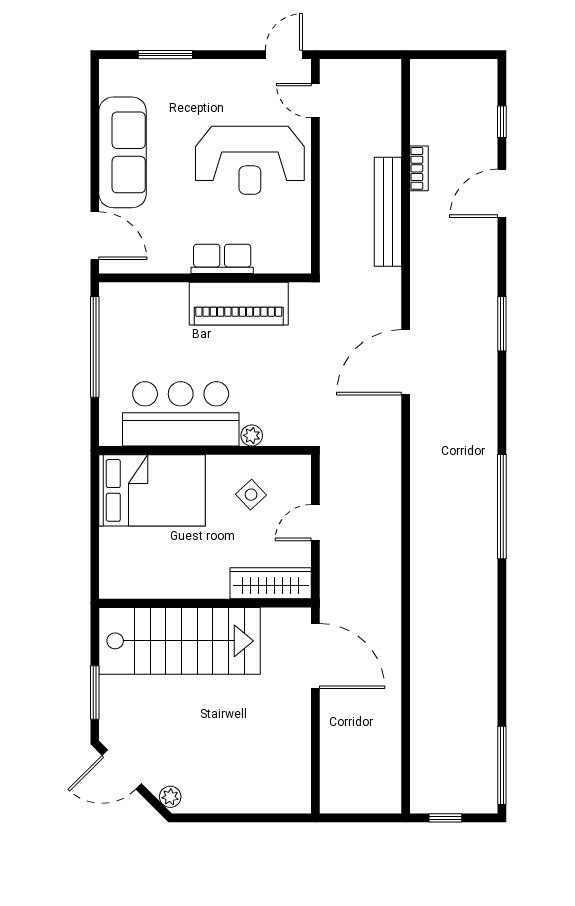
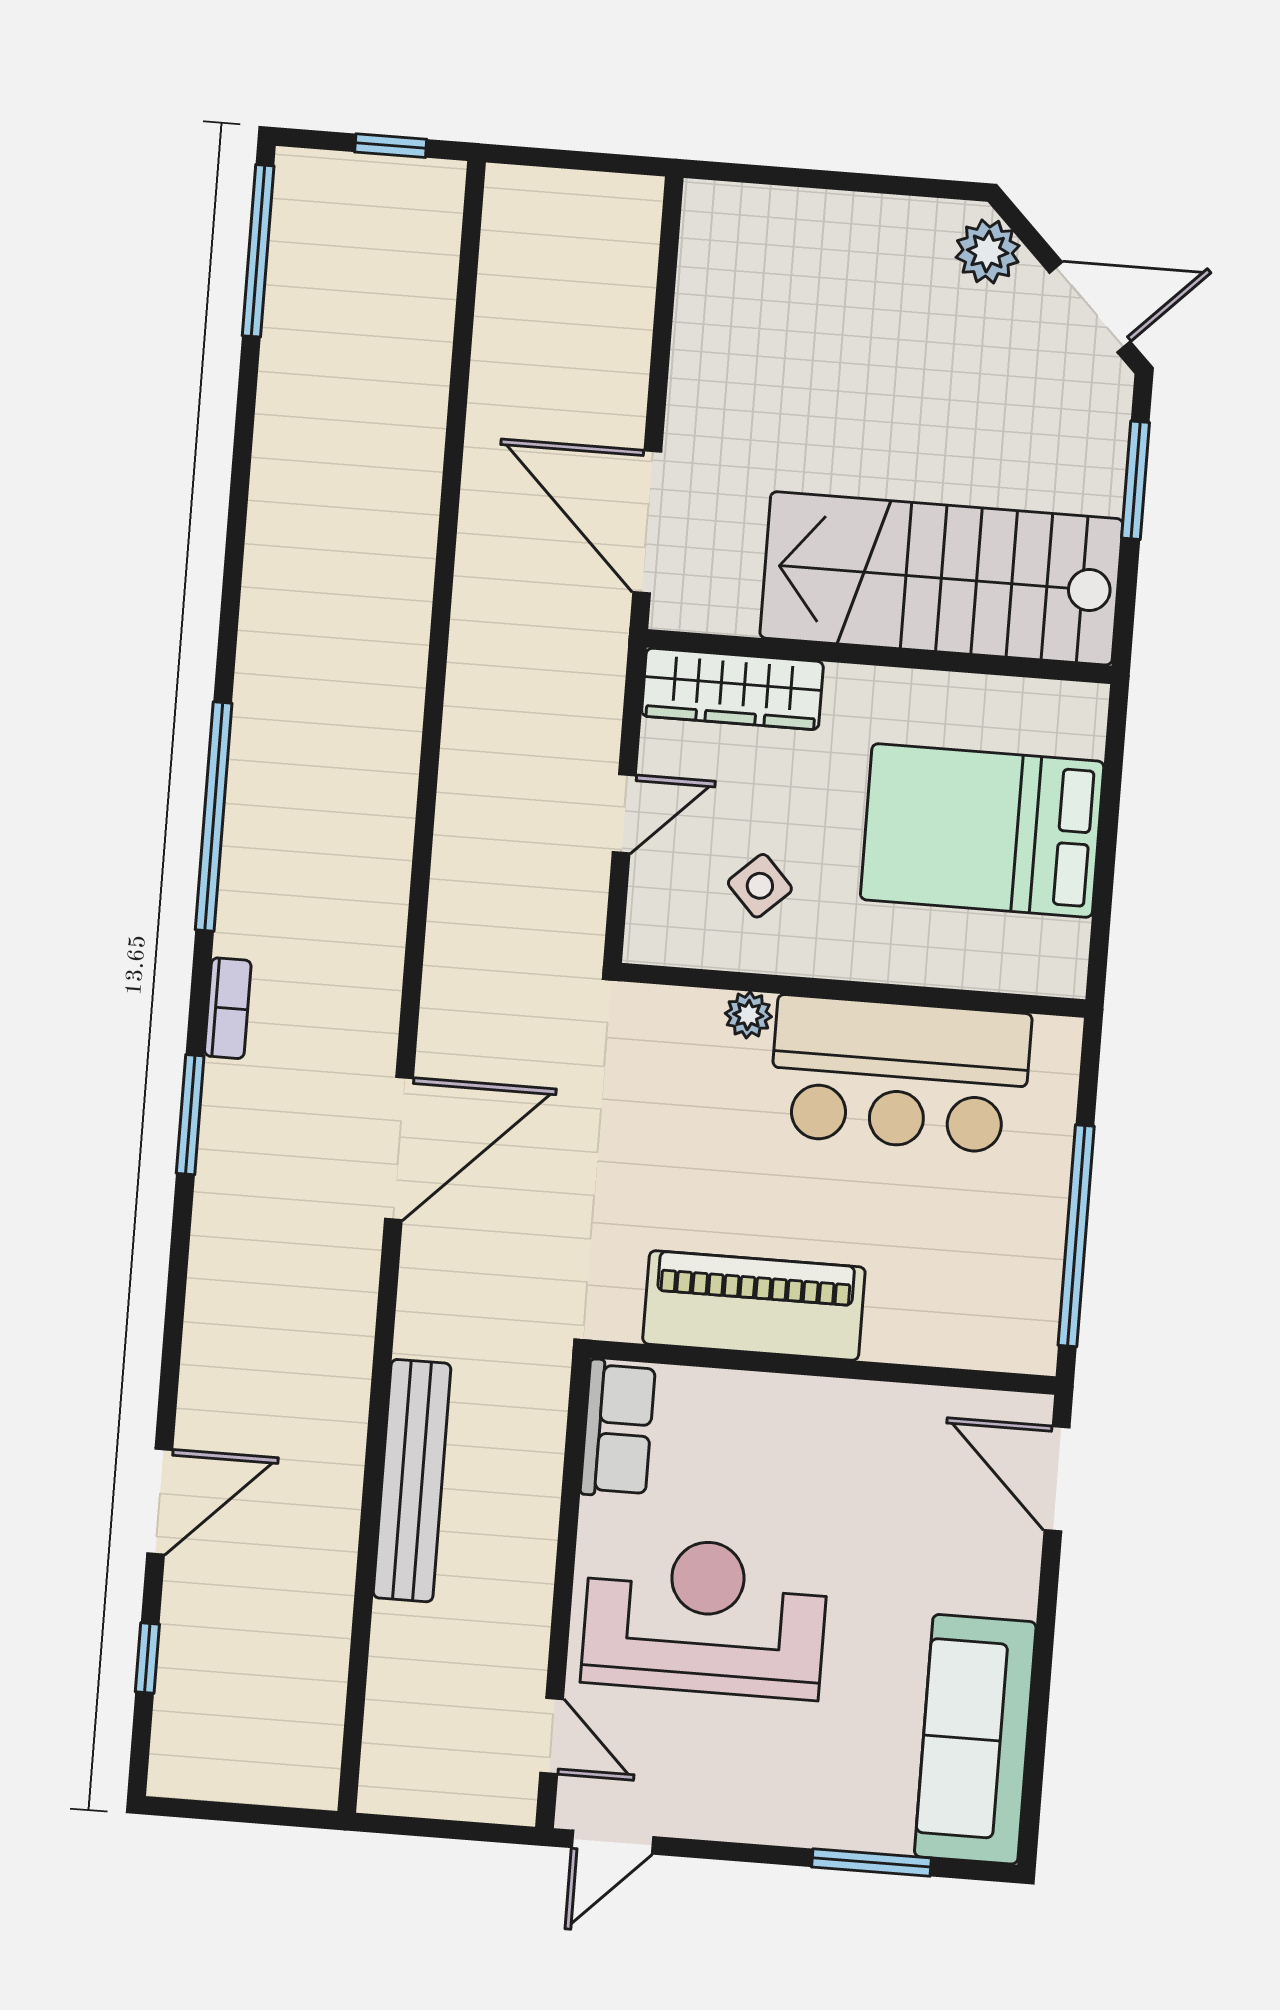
sofa: (123, 152) -> (975, 1739), moved
bookcase: (419, 168) -> (228, 1008), moved, turned 180
row of seats: (222, 259) -> (618, 1429), moved, turned -90
window: (502, 324) -> (190, 1115), moved
bed: (152, 490) -> (982, 830), moved
plant: (170, 797) -> (988, 251), width x1.38, depth x1.38

